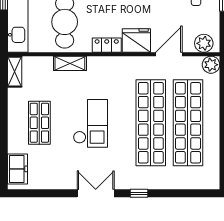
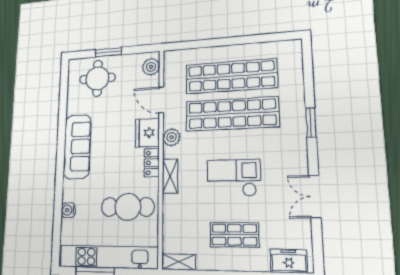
shelving: (70, 63) -> (170, 176), moved
plant: (211, 65) -> (172, 137), moved
double door: (96, 193) -> (315, 197), moved
window: (139, 193) -> (311, 123), width x1.50

